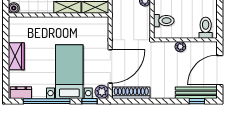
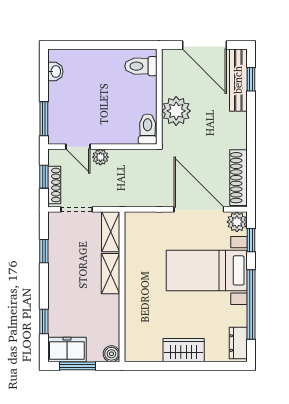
toilet: (164, 21) -> (148, 129), moved
plant: (180, 47) -> (176, 111), width x1.88, depth x1.88

